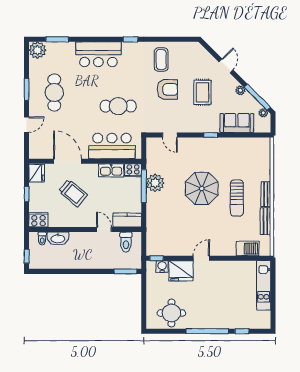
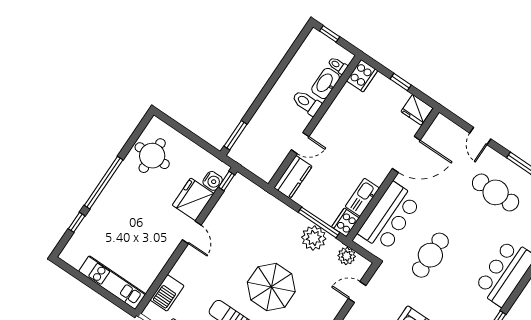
plant: (153, 156) -> (347, 256), added
trolley: (73, 193) -> (366, 136), removed
toilet: (126, 242) -> (307, 103), moved

